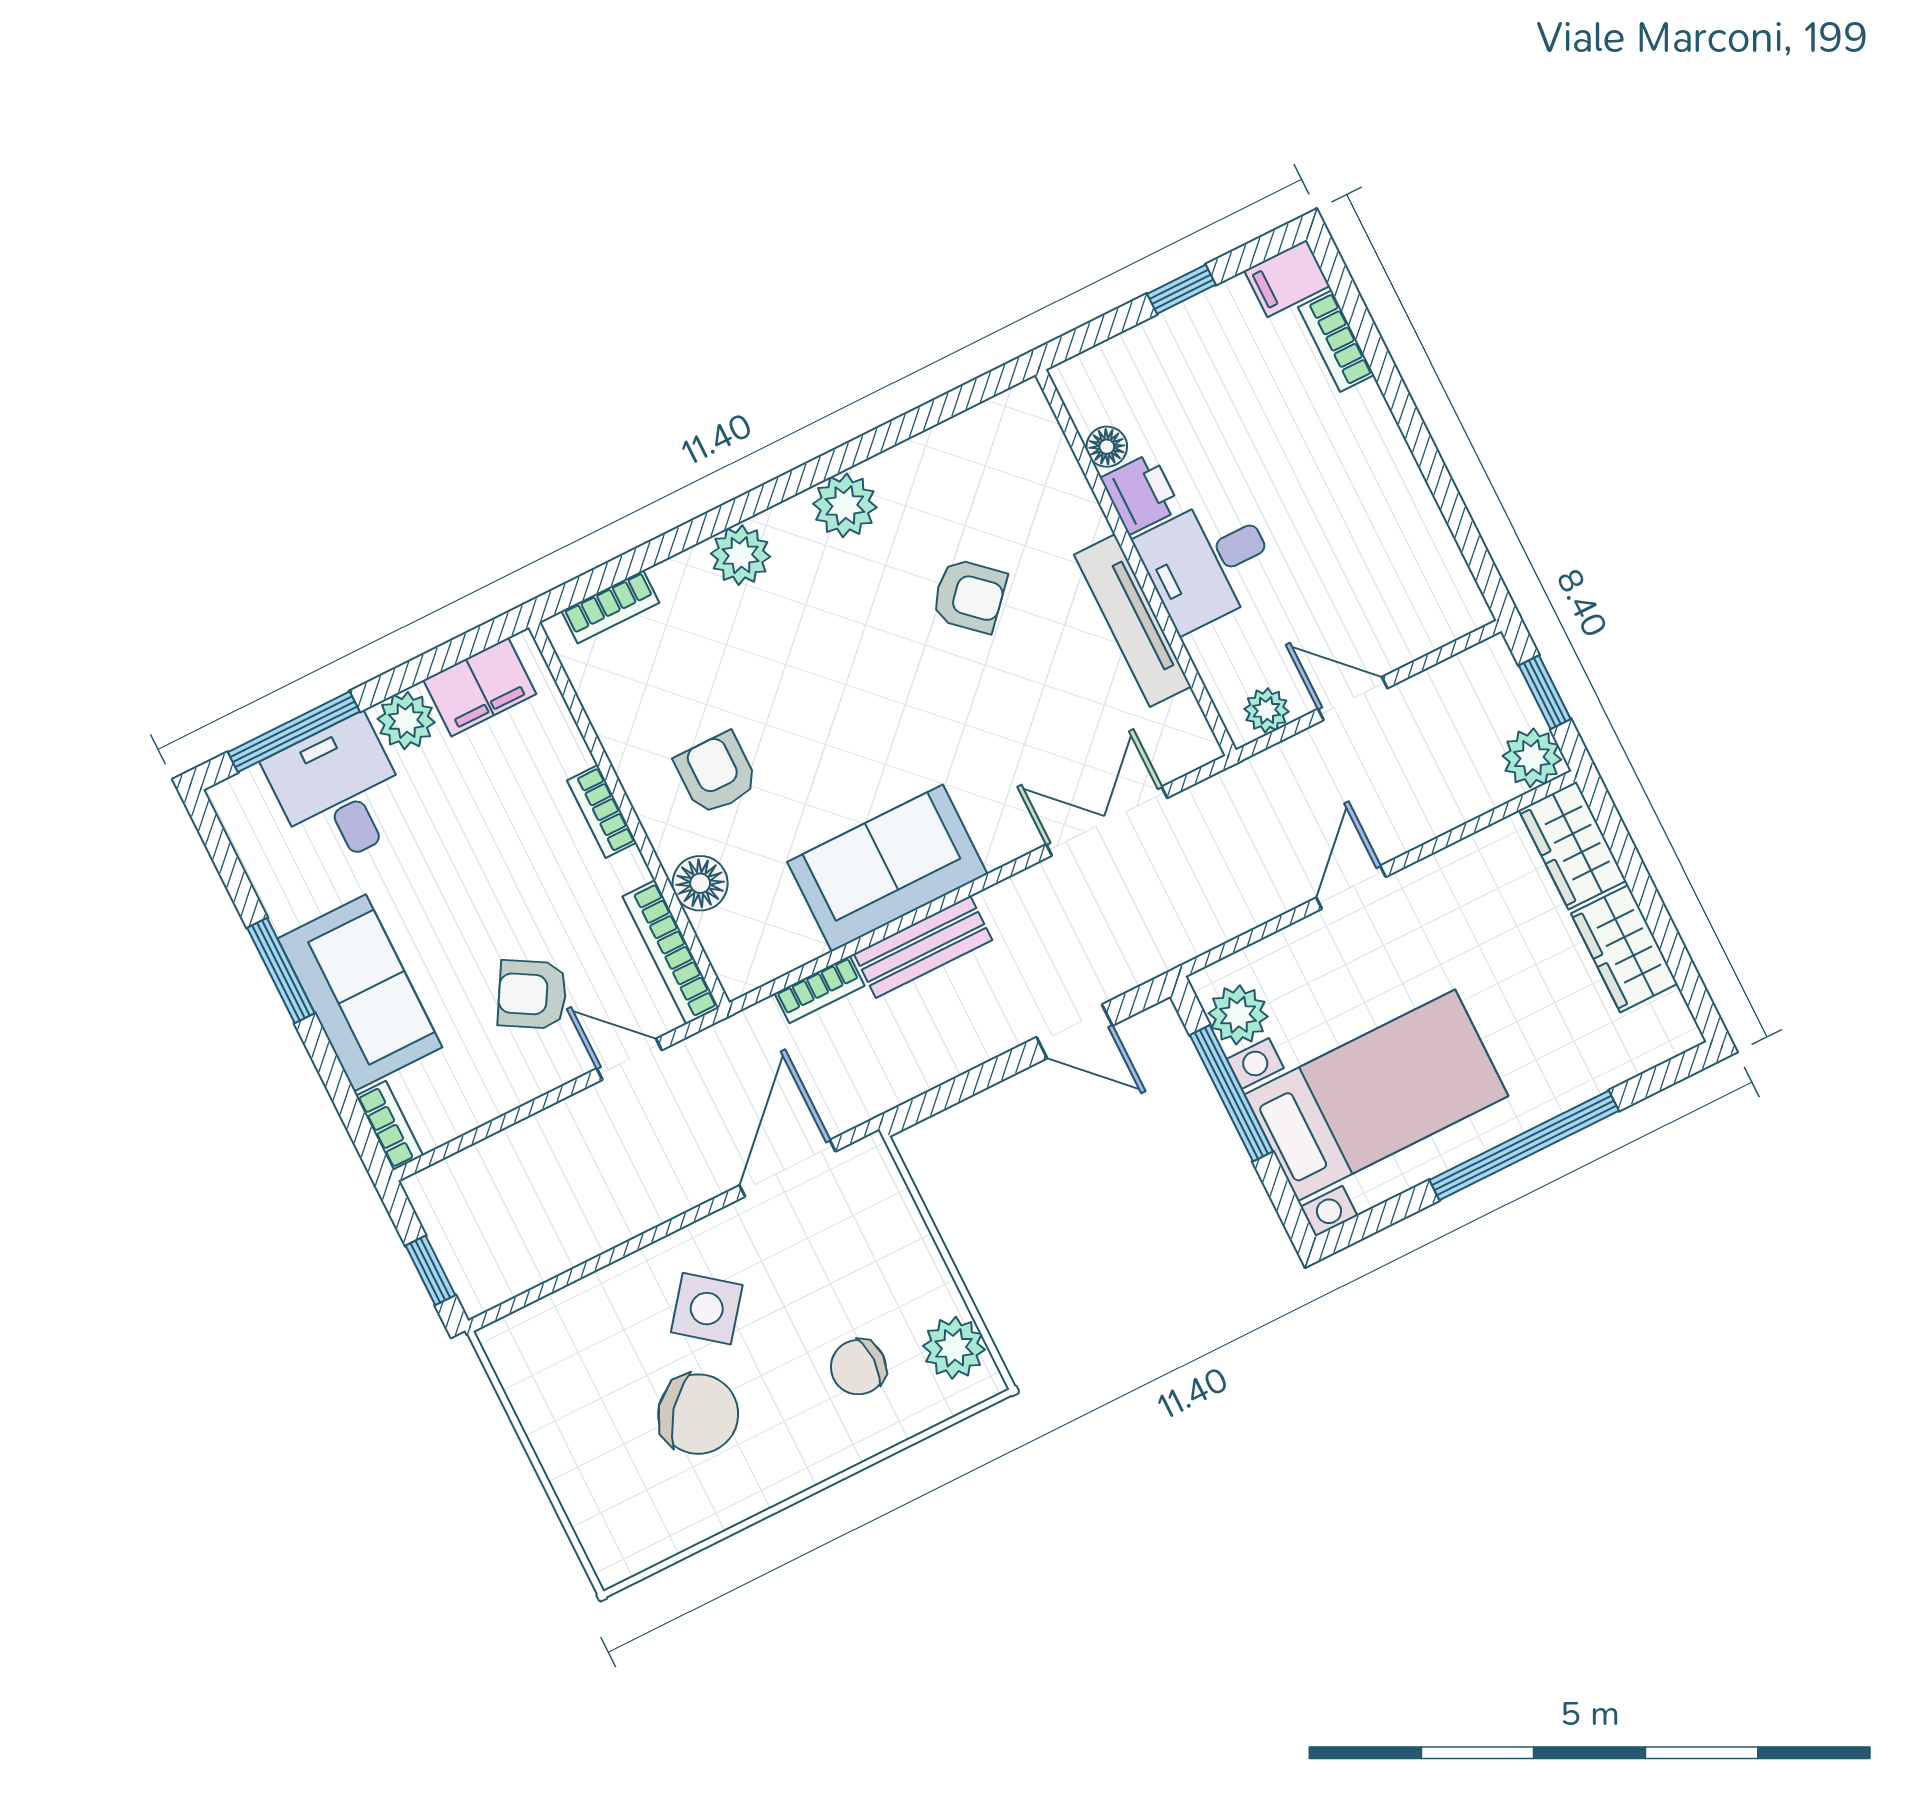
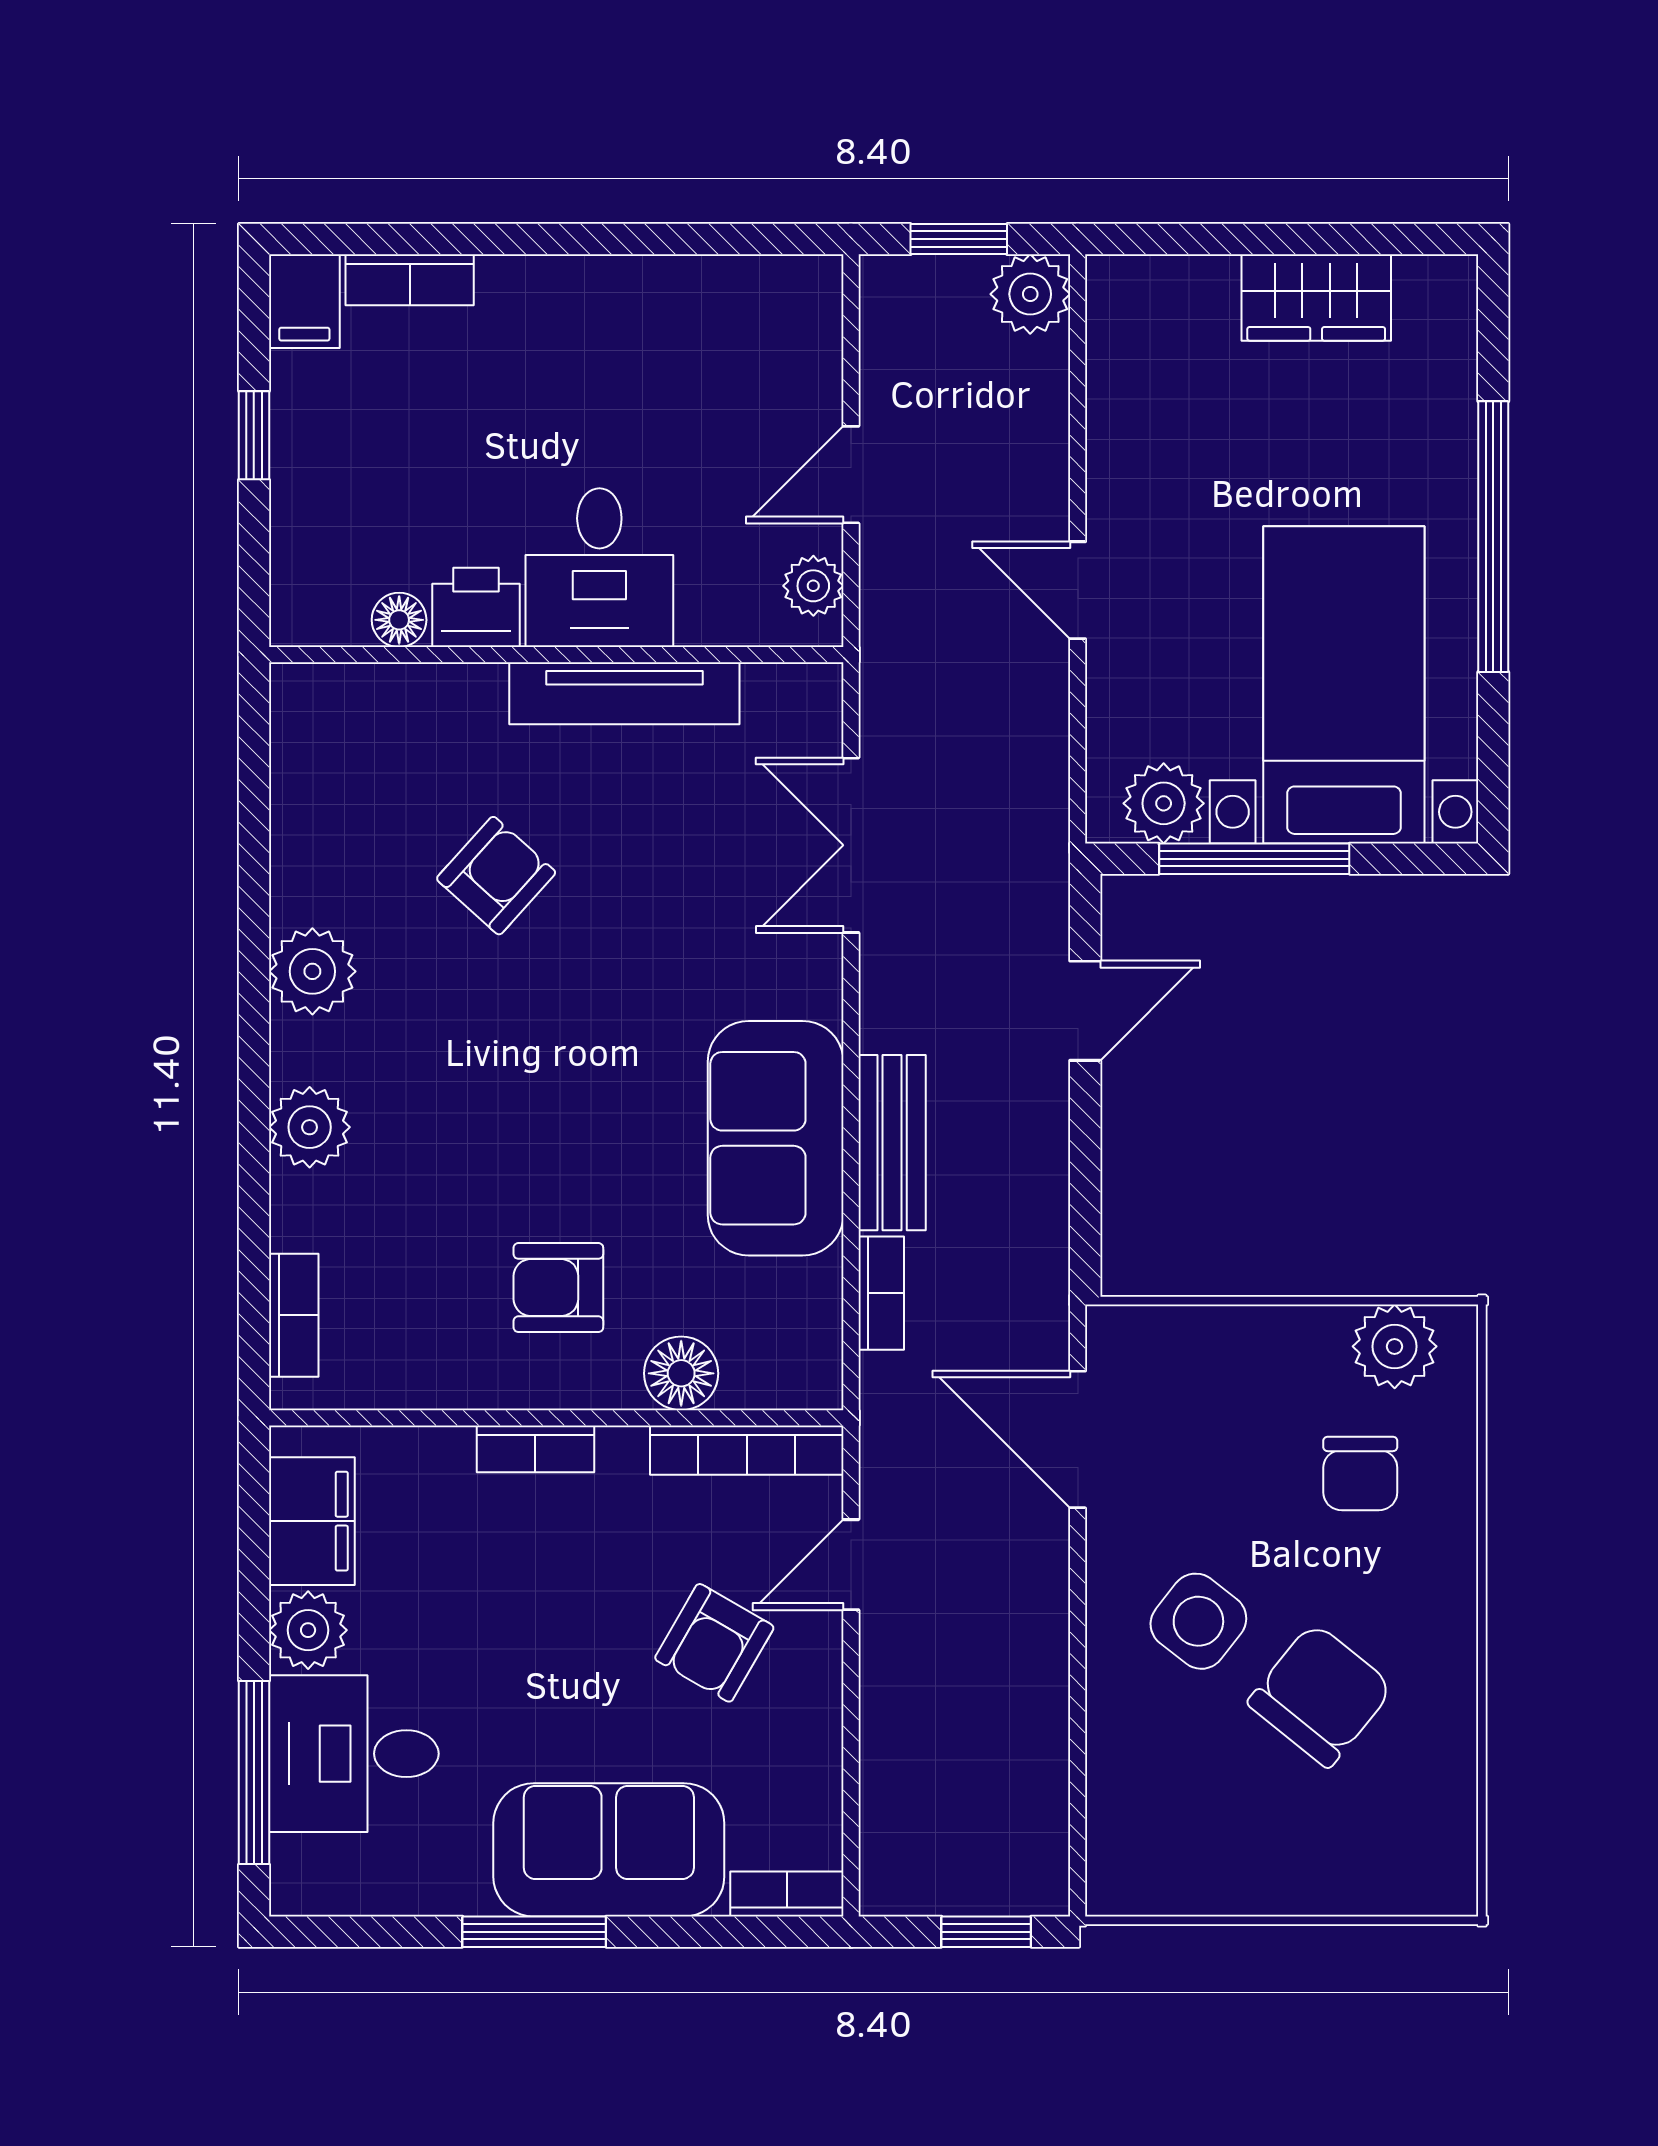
wardrobe: (1573, 845) -> (1160, 298), removed

